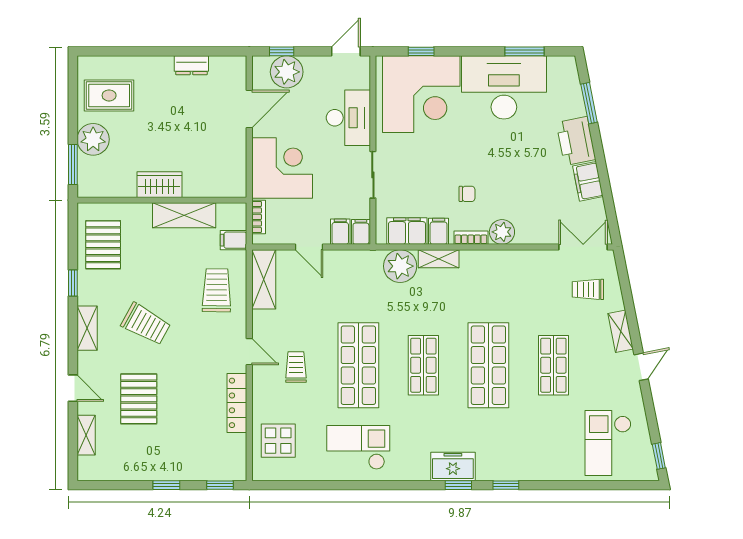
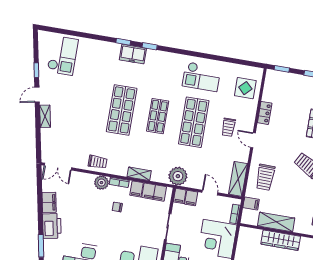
wardrobe: (159, 185) -> (281, 240), width x1.50
plant: (400, 266) -> (178, 176), moved
trolley: (588, 289) -> (98, 162), moved
shop shelf: (553, 365) -> (86, 104), removed
locker: (237, 403) -> (265, 113), width x0.66
window: (659, 456) -> (36, 70), moved
freezer: (453, 467) -> (133, 54), moved

